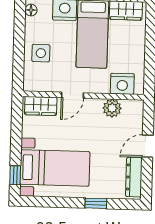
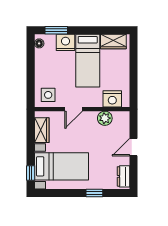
side table: (41, 53) -> (48, 95), moved
wardrobe: (41, 106) -> (42, 130), moved, turned -90
dresser: (134, 177) -> (124, 176), width x0.70

